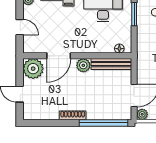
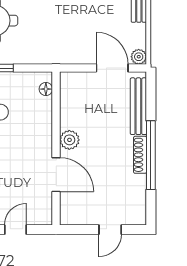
bench: (111, 64) -> (138, 106), moved
plant: (33, 69) -> (74, 211), removed
window: (103, 123) -> (151, 155), moved

